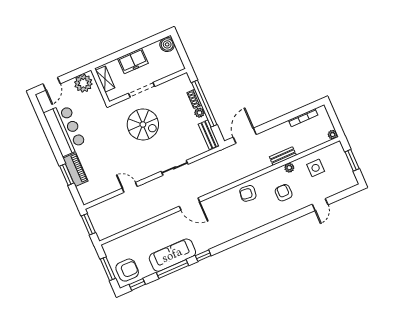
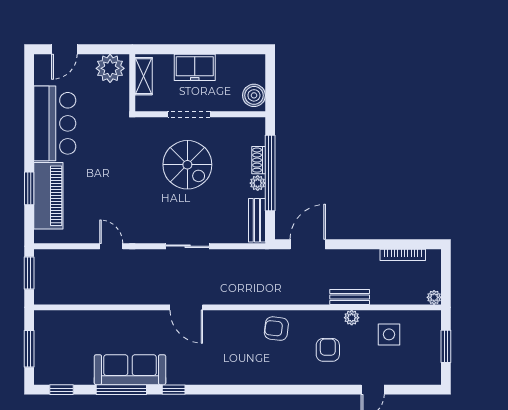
boiler: (167, 44) -> (254, 95), moved
spiral stairs: (143, 124) -> (187, 165), moved
piano: (75, 170) -> (48, 196), width x1.37, depth x1.33
armchair: (127, 270) -> (56, 363), removed

